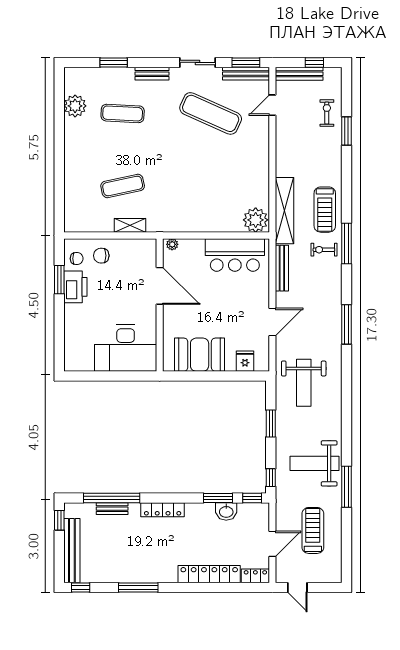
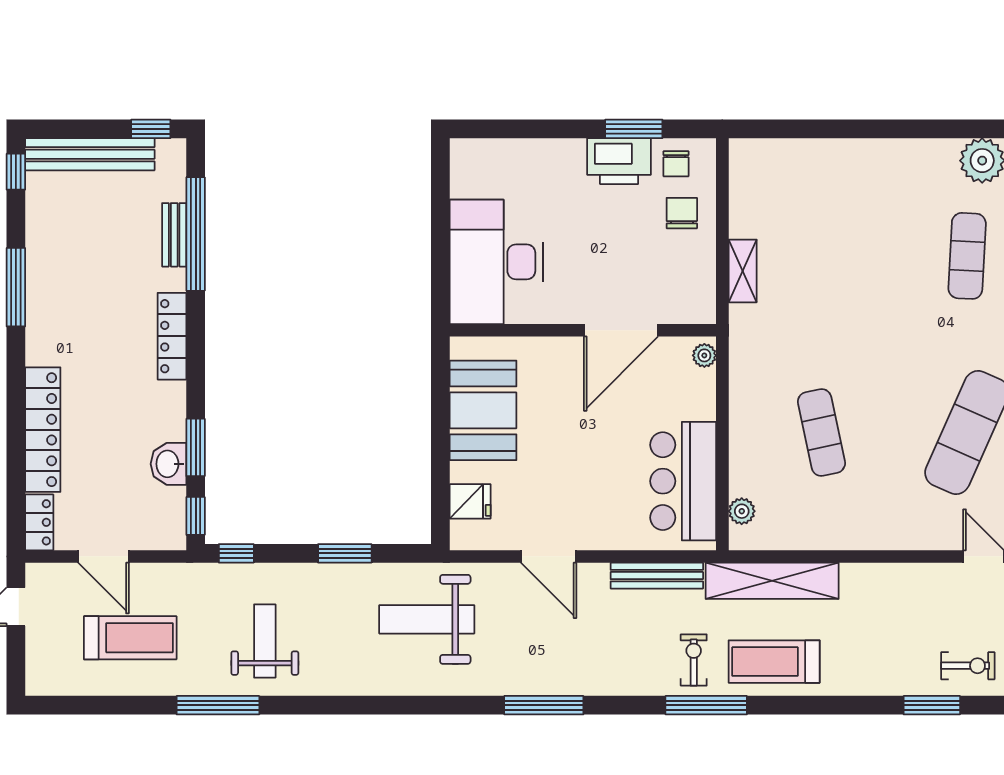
exercise mat: (123, 186) -> (821, 432), moved
plant: (256, 220) -> (742, 511), width x0.53, depth x0.53
weight bench: (315, 463) -> (265, 641), width x0.73, depth x0.75

